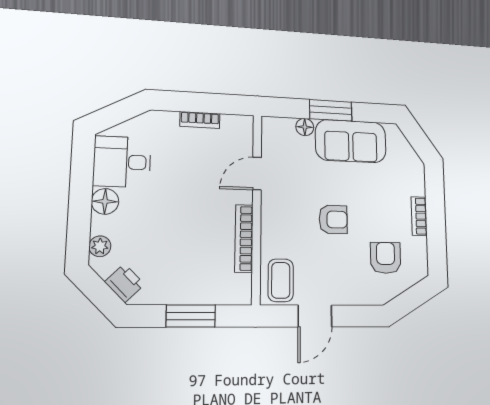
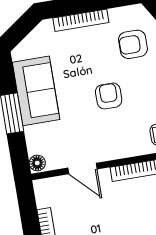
floor lamp: (305, 127) -> (37, 163), moved
bookcase: (419, 216) -> (81, 20), width x1.56

